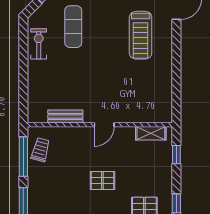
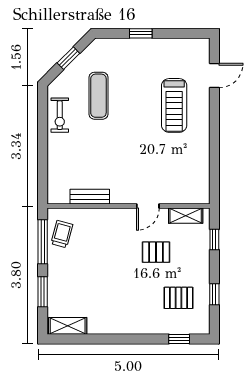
exercise bike: (39, 44) -> (60, 115), turned 180
door: (104, 125) -> (148, 206), moved
pallet: (102, 181) -> (156, 252), moved

